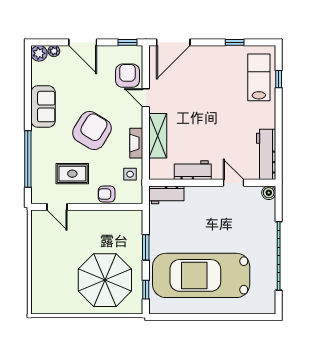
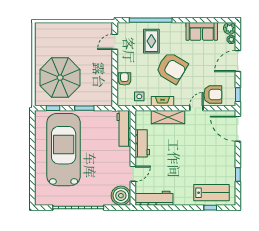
sofa: (43, 107) -> (202, 31), moved
rug: (72, 174) -> (151, 41), moved
boiler: (269, 193) -> (121, 196), width x1.86, depth x1.86
workbench: (166, 195) -> (124, 128), width x1.38

